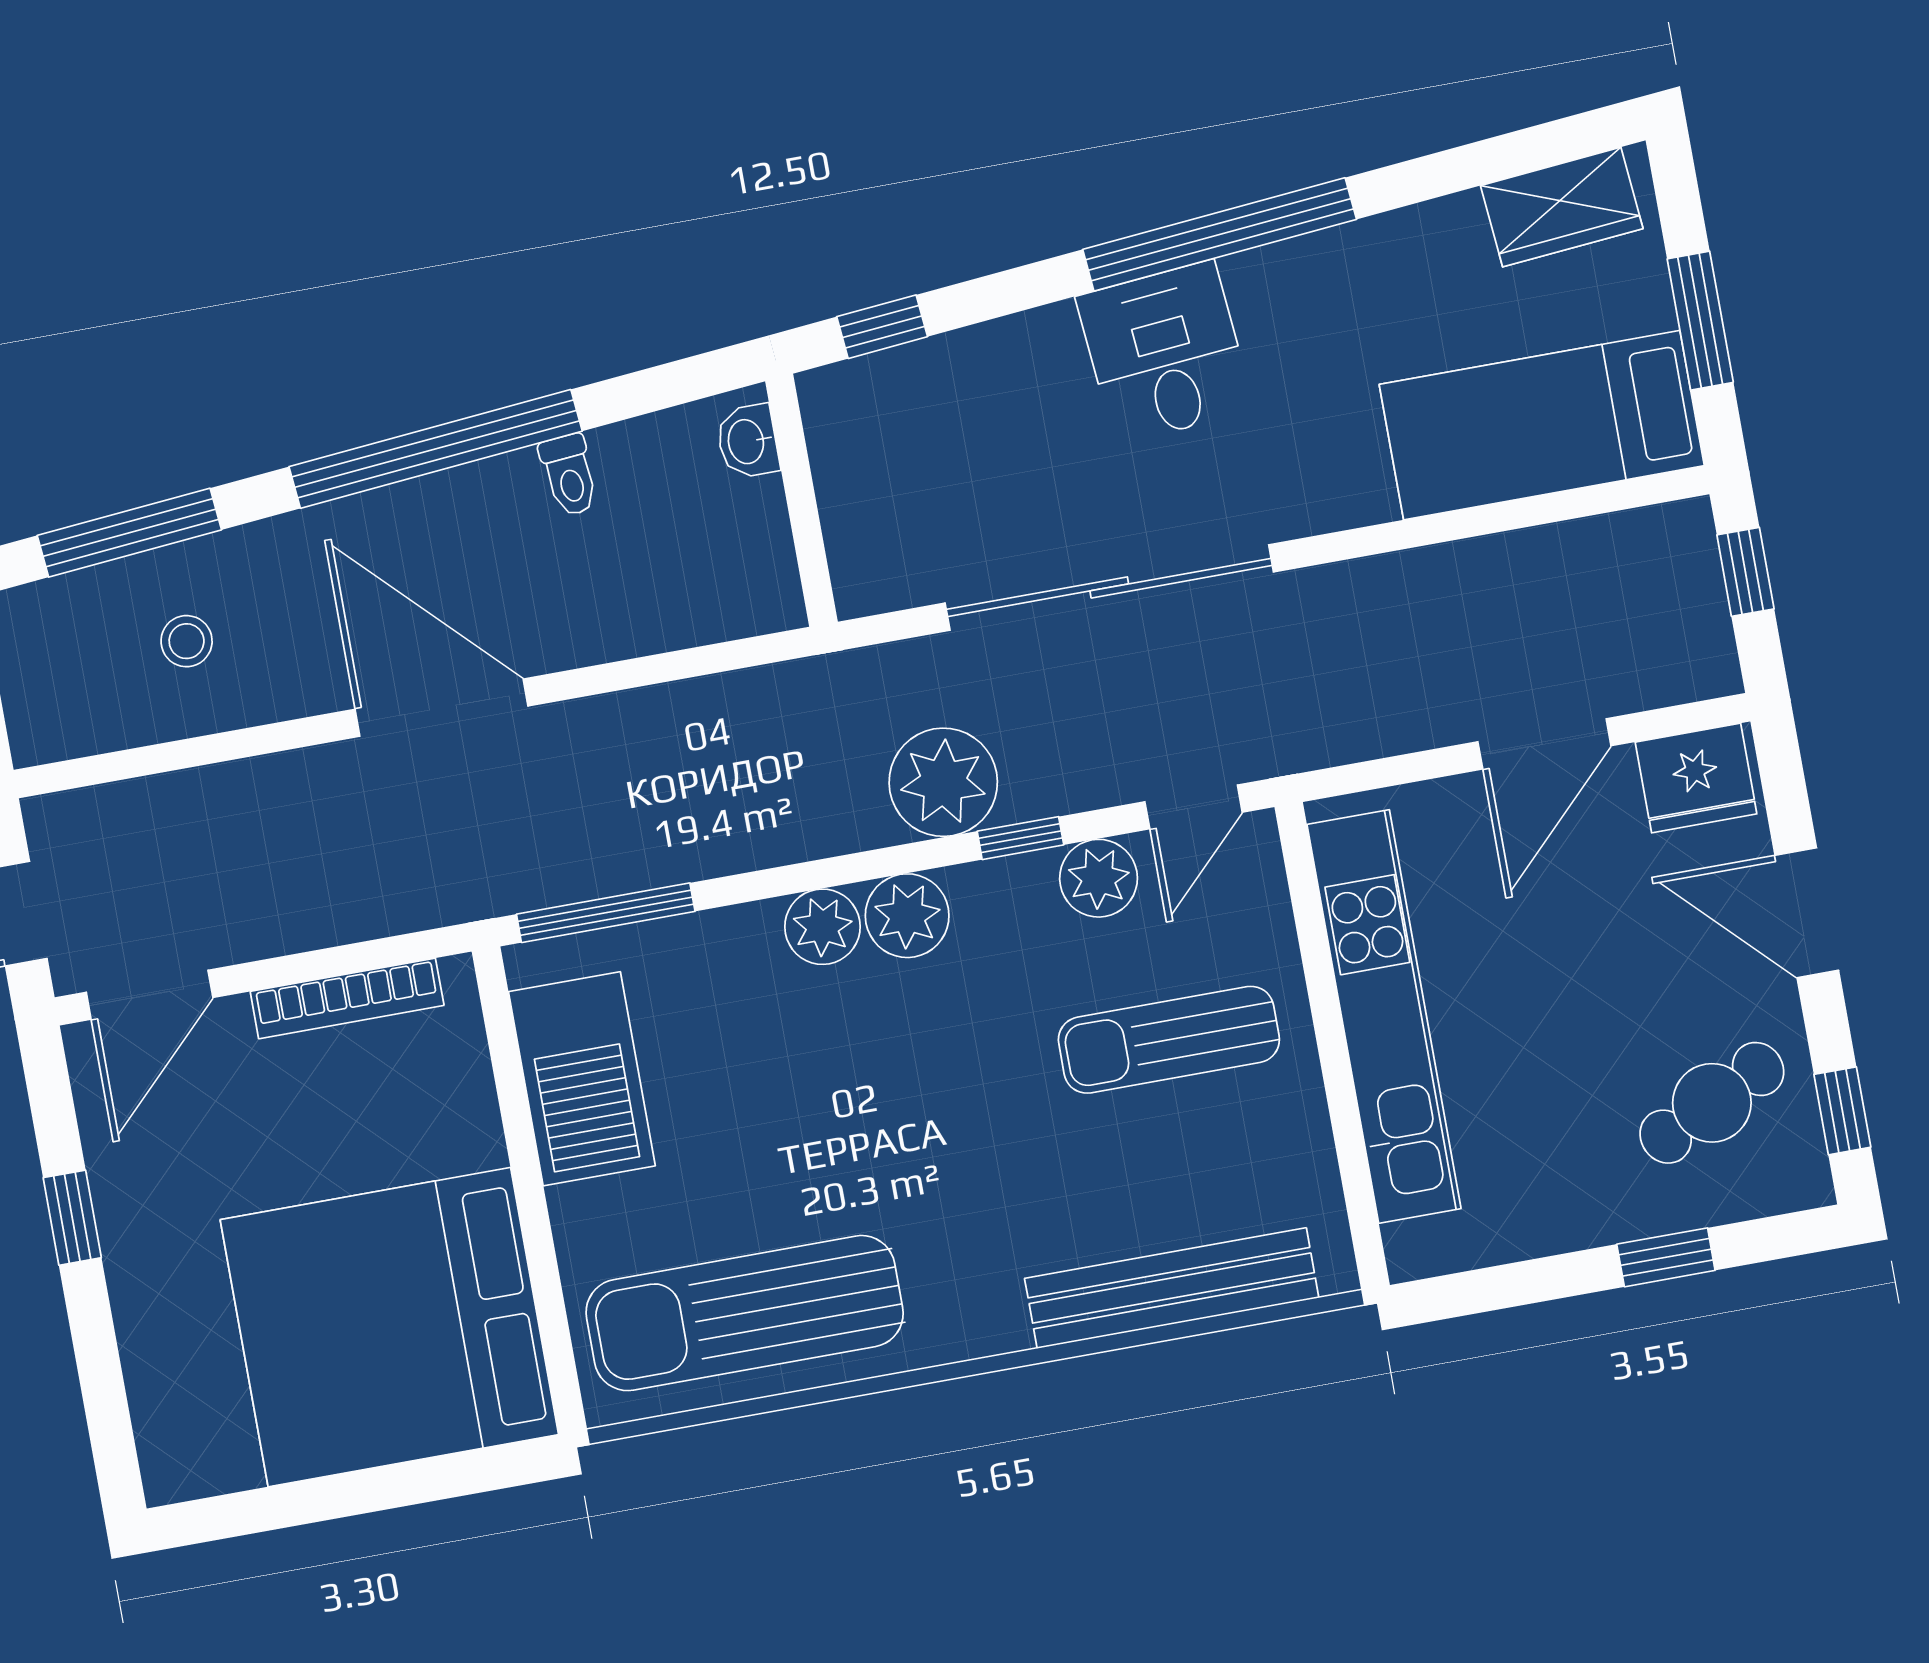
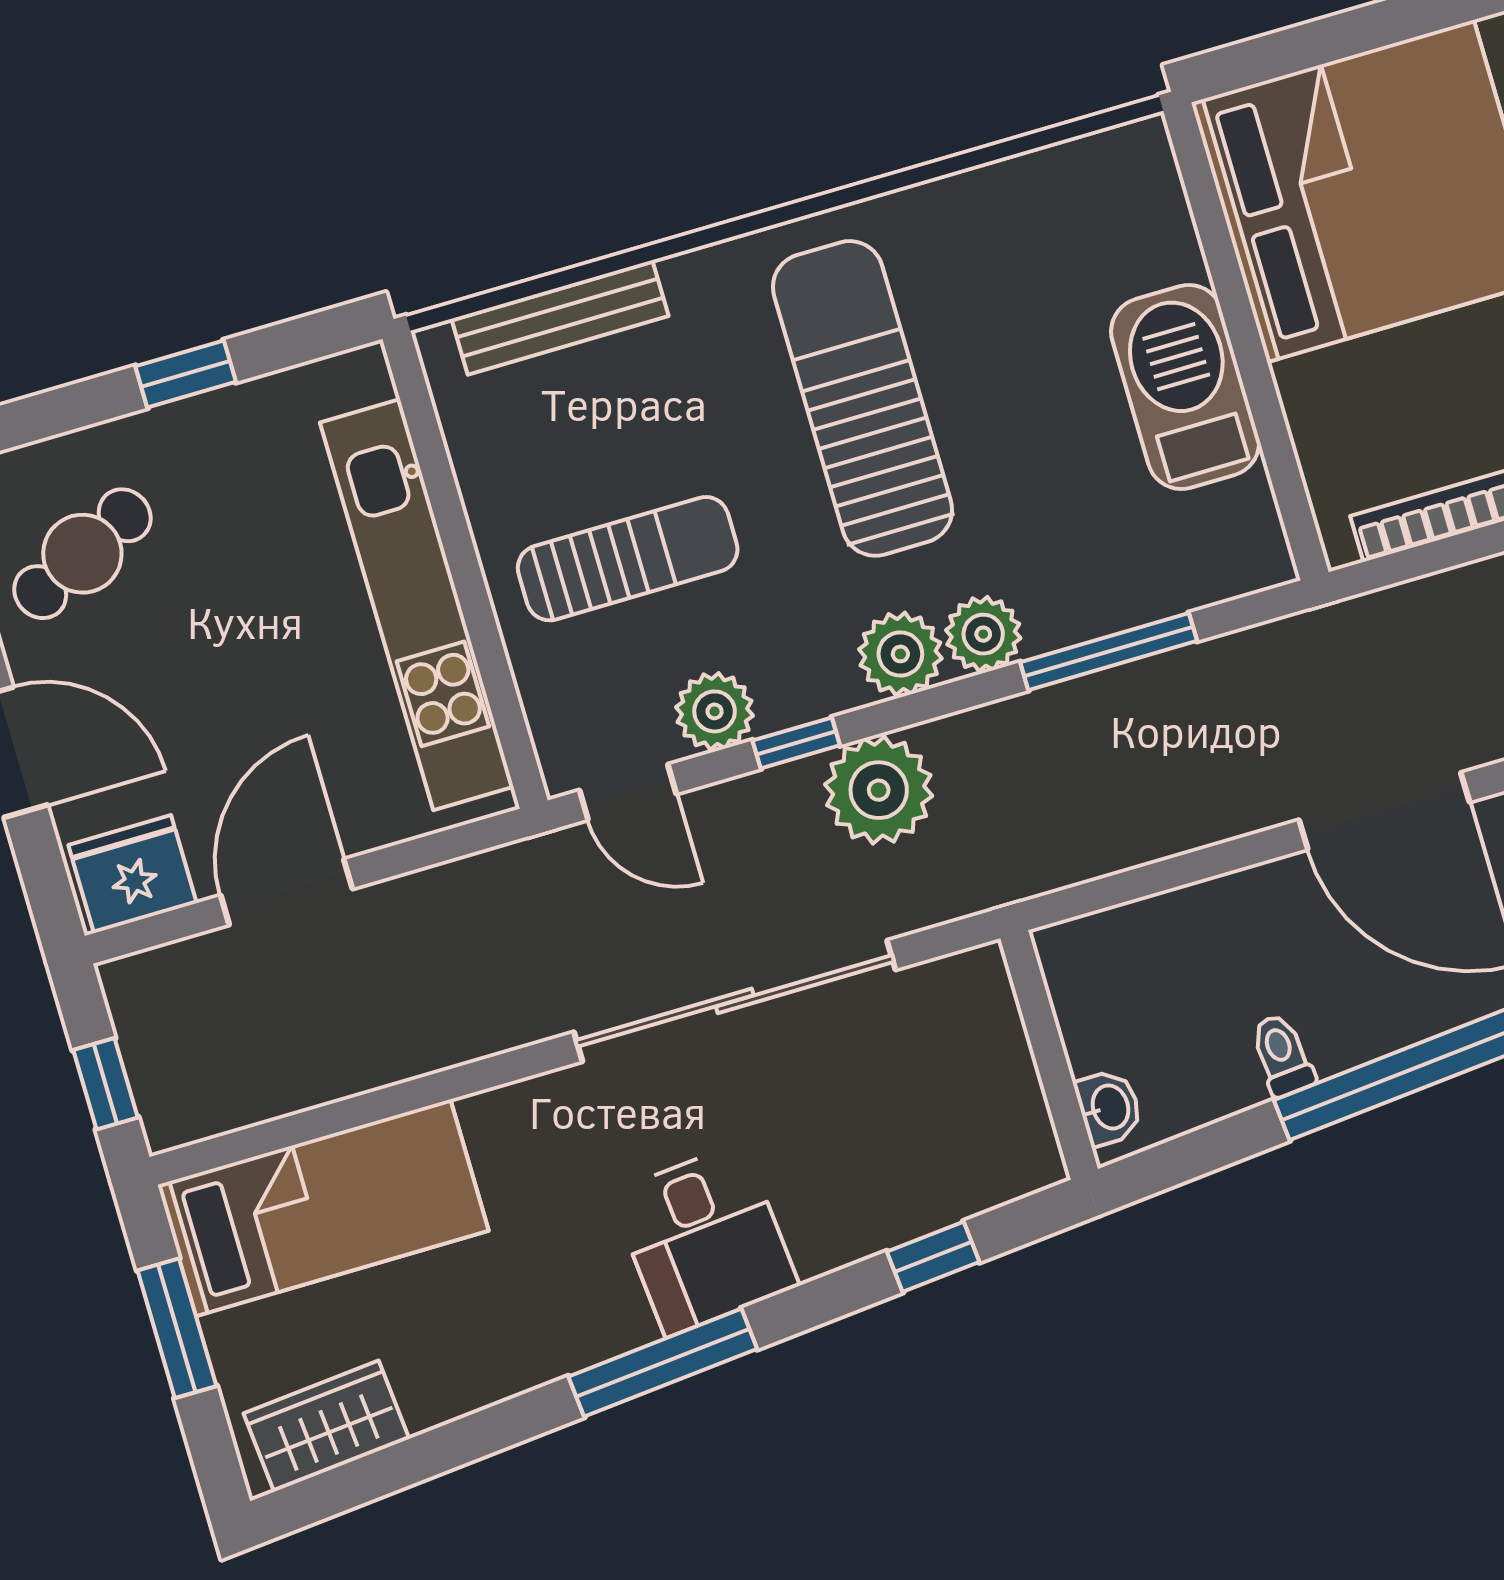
window: (1220, 234) -> (663, 1363), width x0.68
window: (882, 327) -> (933, 1257), moved
door: (1194, 807) -> (628, 792), swing flipped
window: (606, 913) -> (1109, 652), moved
barbecue: (582, 1079) -> (1185, 387), moved
window: (1666, 1257) -> (186, 374), moved
bench: (1172, 1288) -> (560, 317), width x0.73, depth x0.82
sun lounger: (745, 1313) -> (863, 398), moved, turned -90

